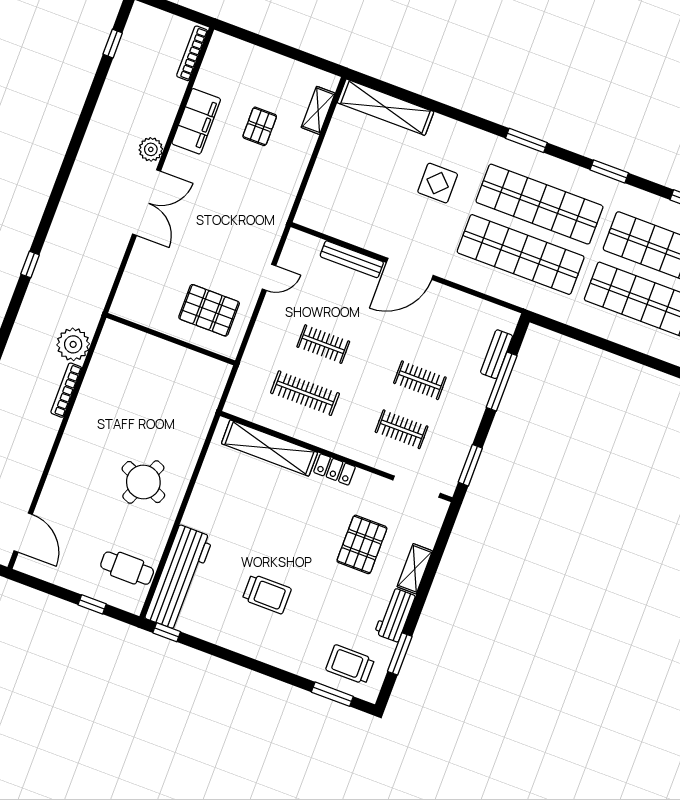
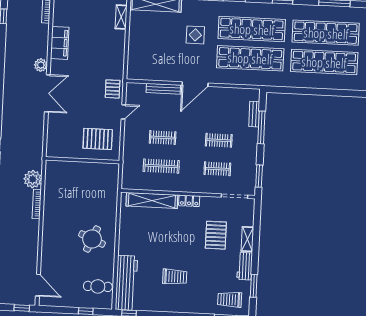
pallet: (260, 126) -> (113, 89), moved

